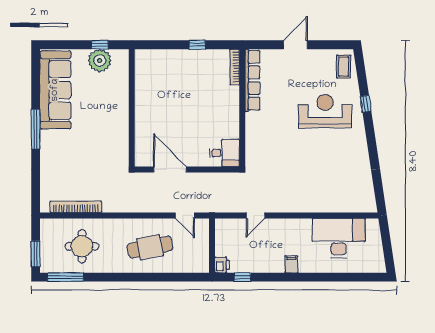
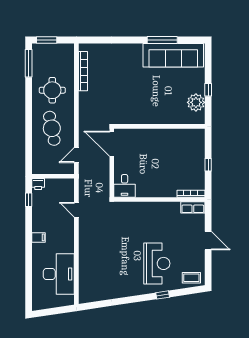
plant: (100, 61) -> (196, 102), moved
row of seats: (252, 80) -> (193, 207), width x0.50
wall: (132, 108) -> (159, 126), moved
window: (36, 129) -> (162, 40), moved
door: (170, 170) -> (112, 144), swing flipped
round table: (82, 246) -> (52, 90), moved

